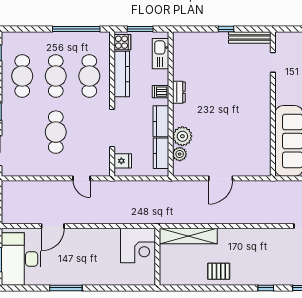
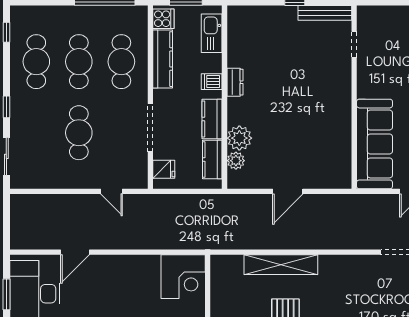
shelving: (188, 236) -> (281, 265), moved

